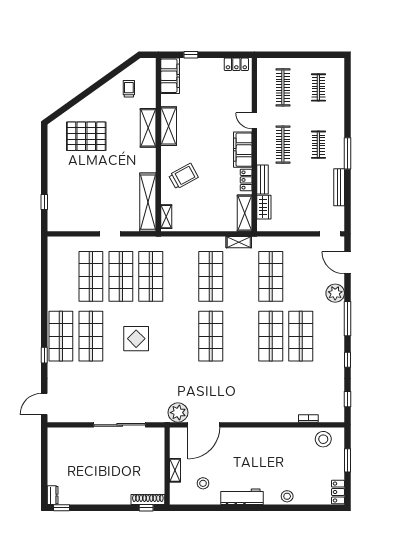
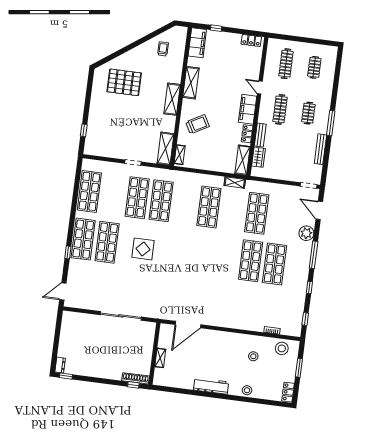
shelving: (148, 128) -> (172, 99), moved
shelving: (148, 202) -> (166, 149), width x0.68
shop shelf: (91, 276) -> (89, 191), moved
shop shelf: (211, 336) -> (203, 255), removed
plant: (178, 413) -> (169, 312), removed
stool: (203, 483) -> (253, 356), moved

